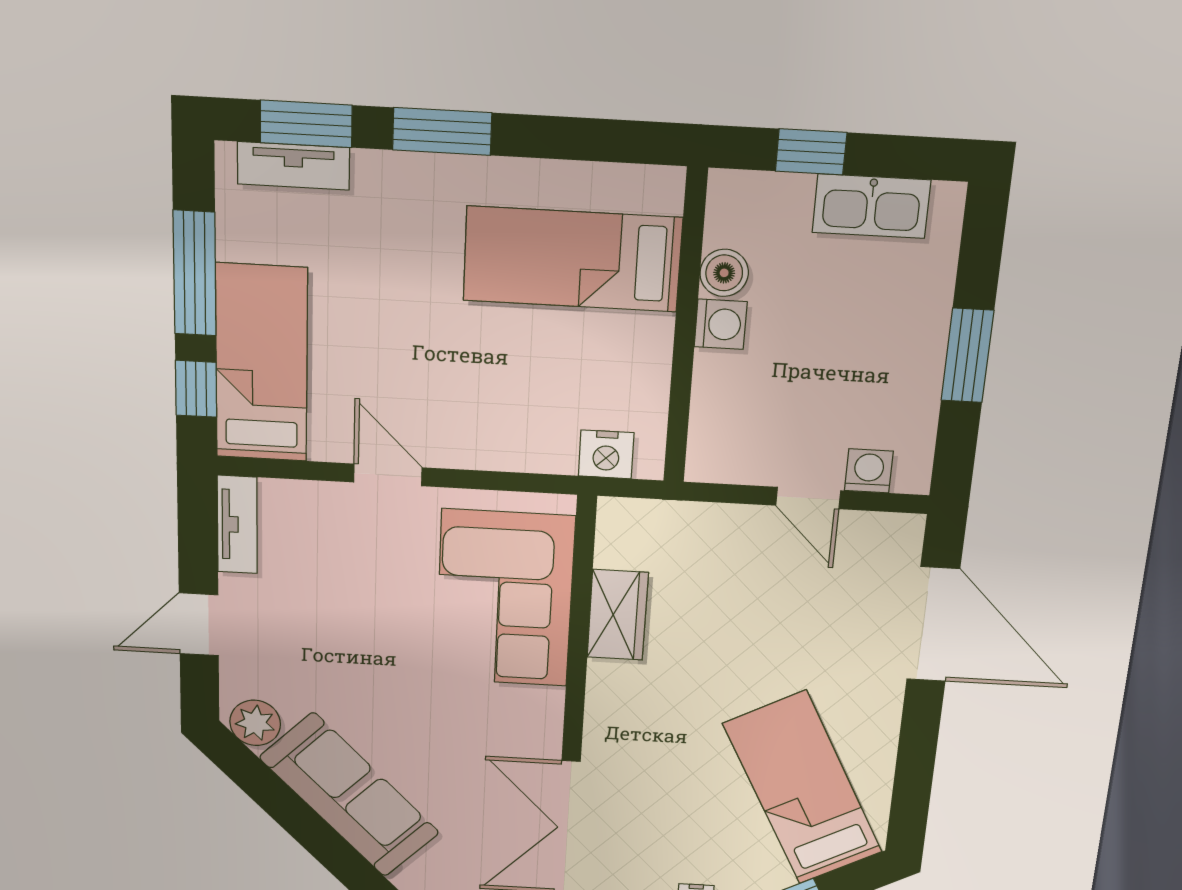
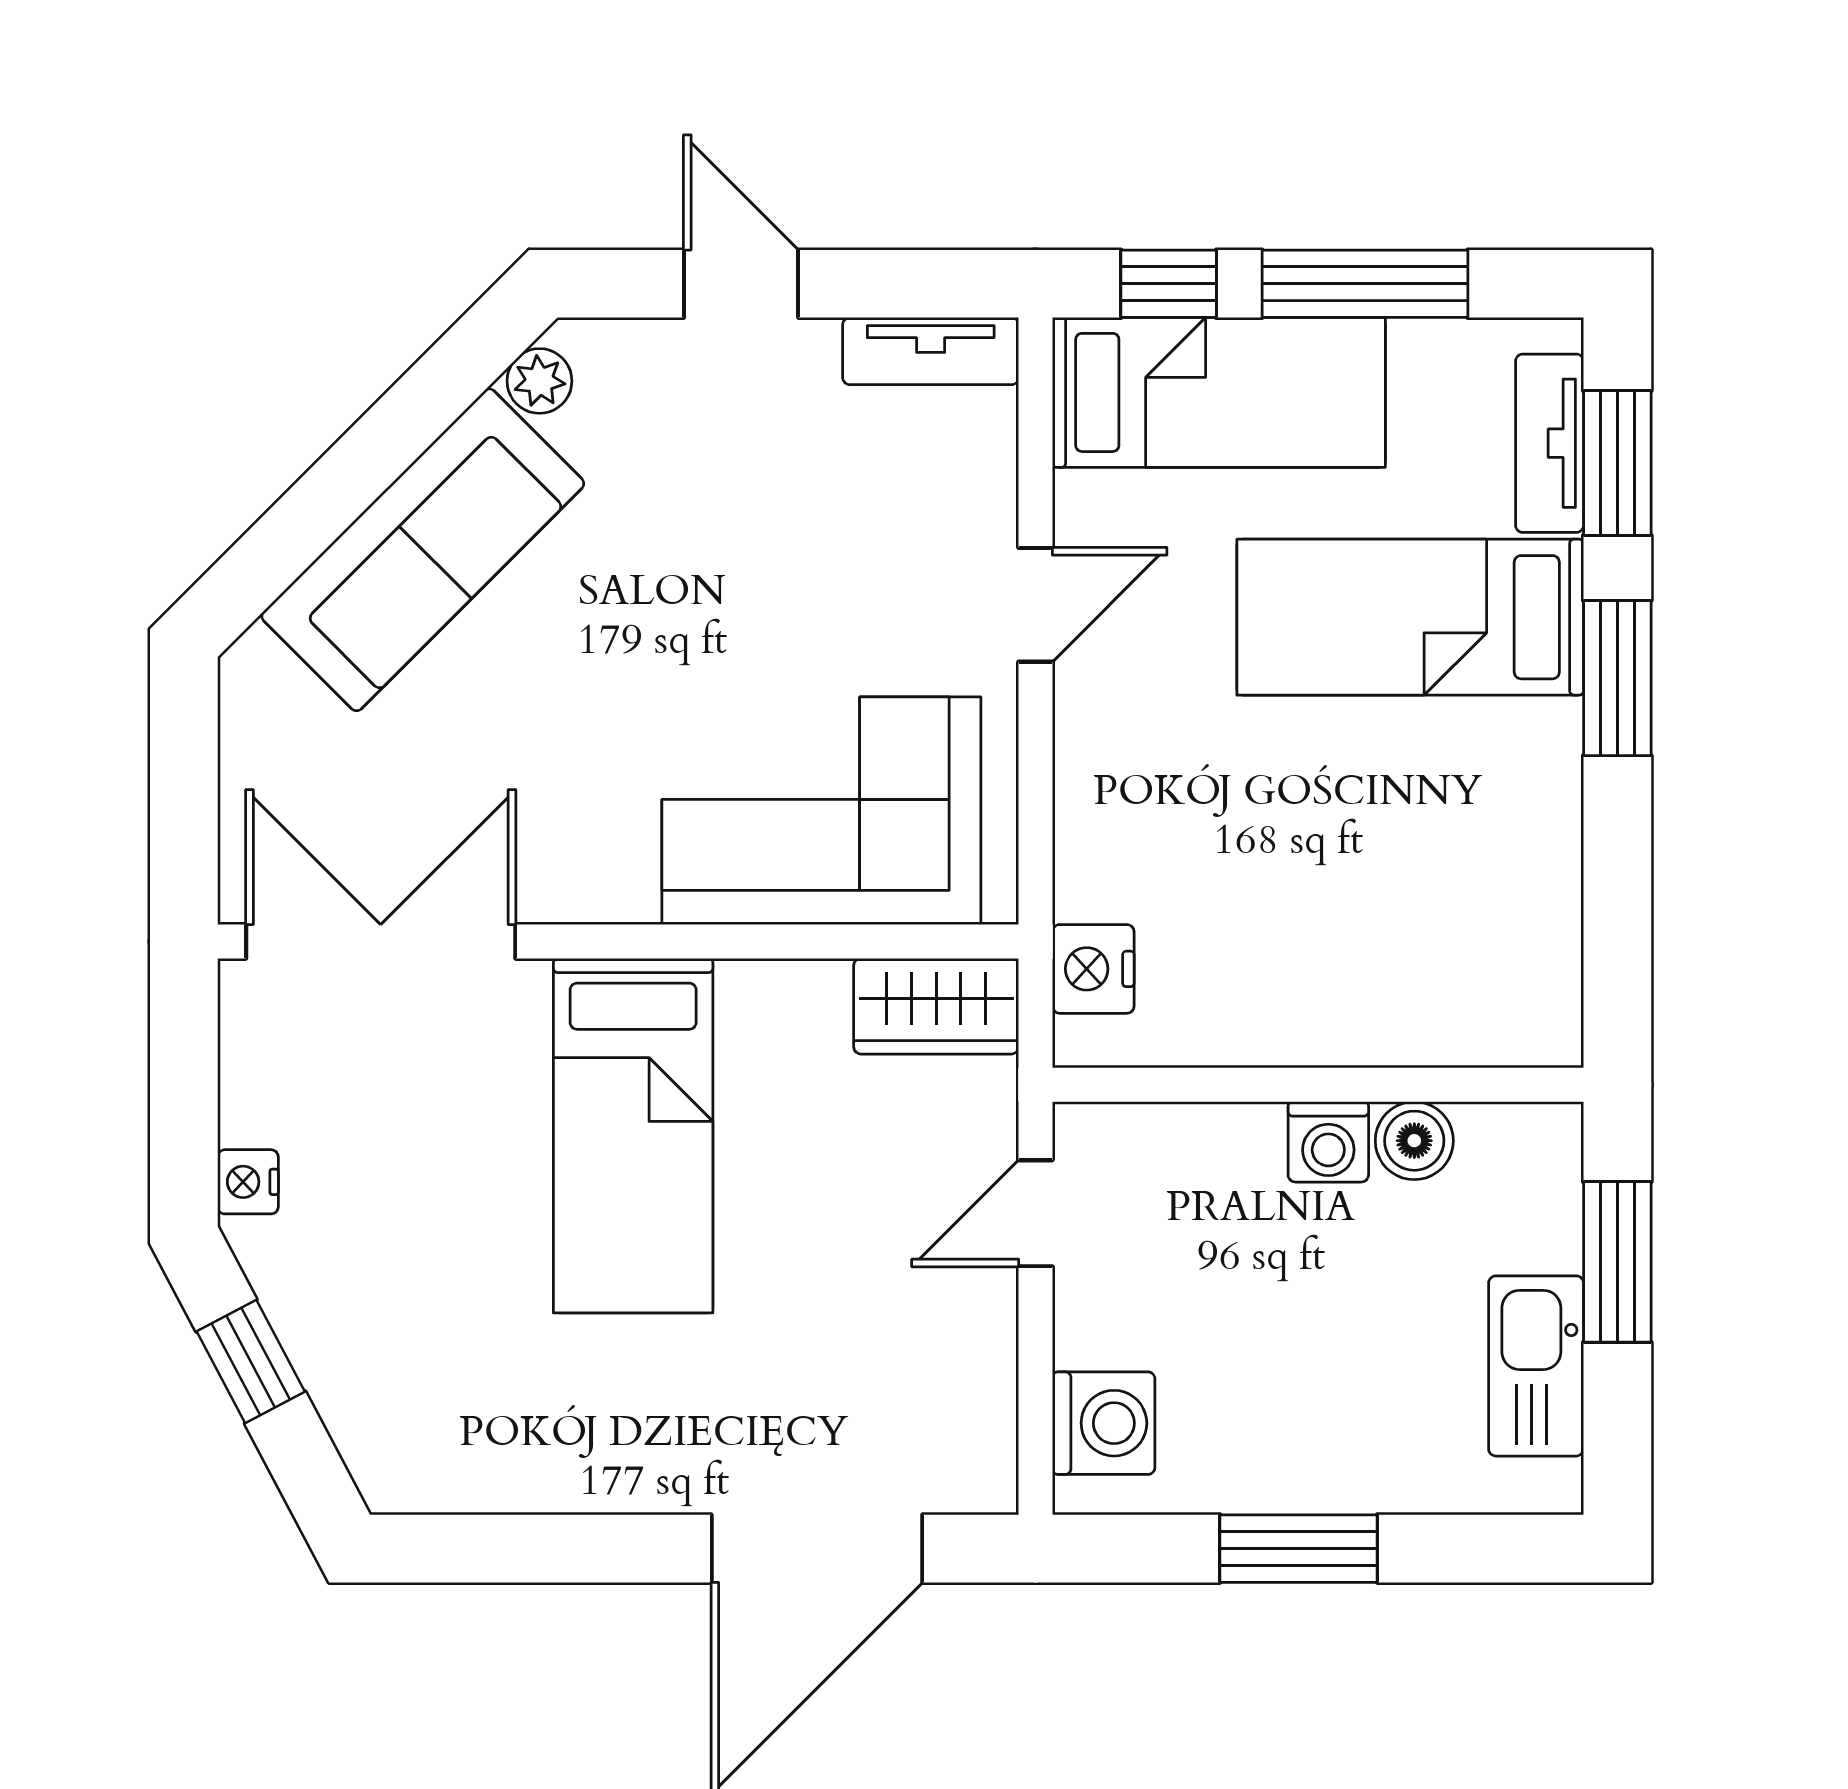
window: (811, 152) -> (1617, 1262), width x1.50
bed: (572, 259) -> (1410, 617), moved, turned -90
washing machine: (869, 471) -> (1104, 1423), width x1.38, depth x1.38
door: (808, 498) -> (1036, 1213), moved
wardrobe: (618, 615) -> (936, 1006), moved
plant: (255, 723) -> (539, 381), width x0.73, depth x0.73
bed: (803, 788) -> (633, 1136), moved, turned 118

